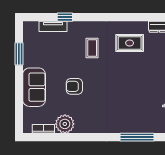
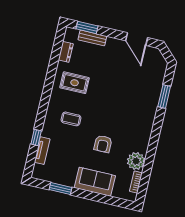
rug: (130, 43) -> (75, 83), turned 90
window: (137, 137) -> (164, 96), width x0.69

